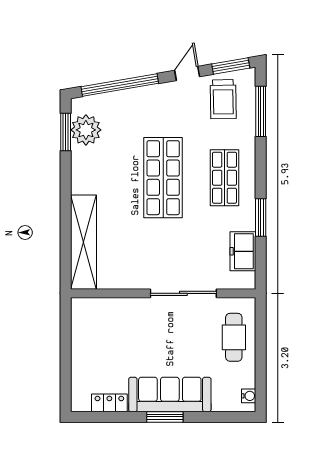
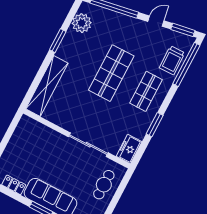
trolley: (223, 99) -> (172, 60), moved
window: (261, 111) -> (186, 64), width x1.46
window: (66, 132) -> (58, 41), moved
freezer: (243, 251) -> (129, 149), moved

